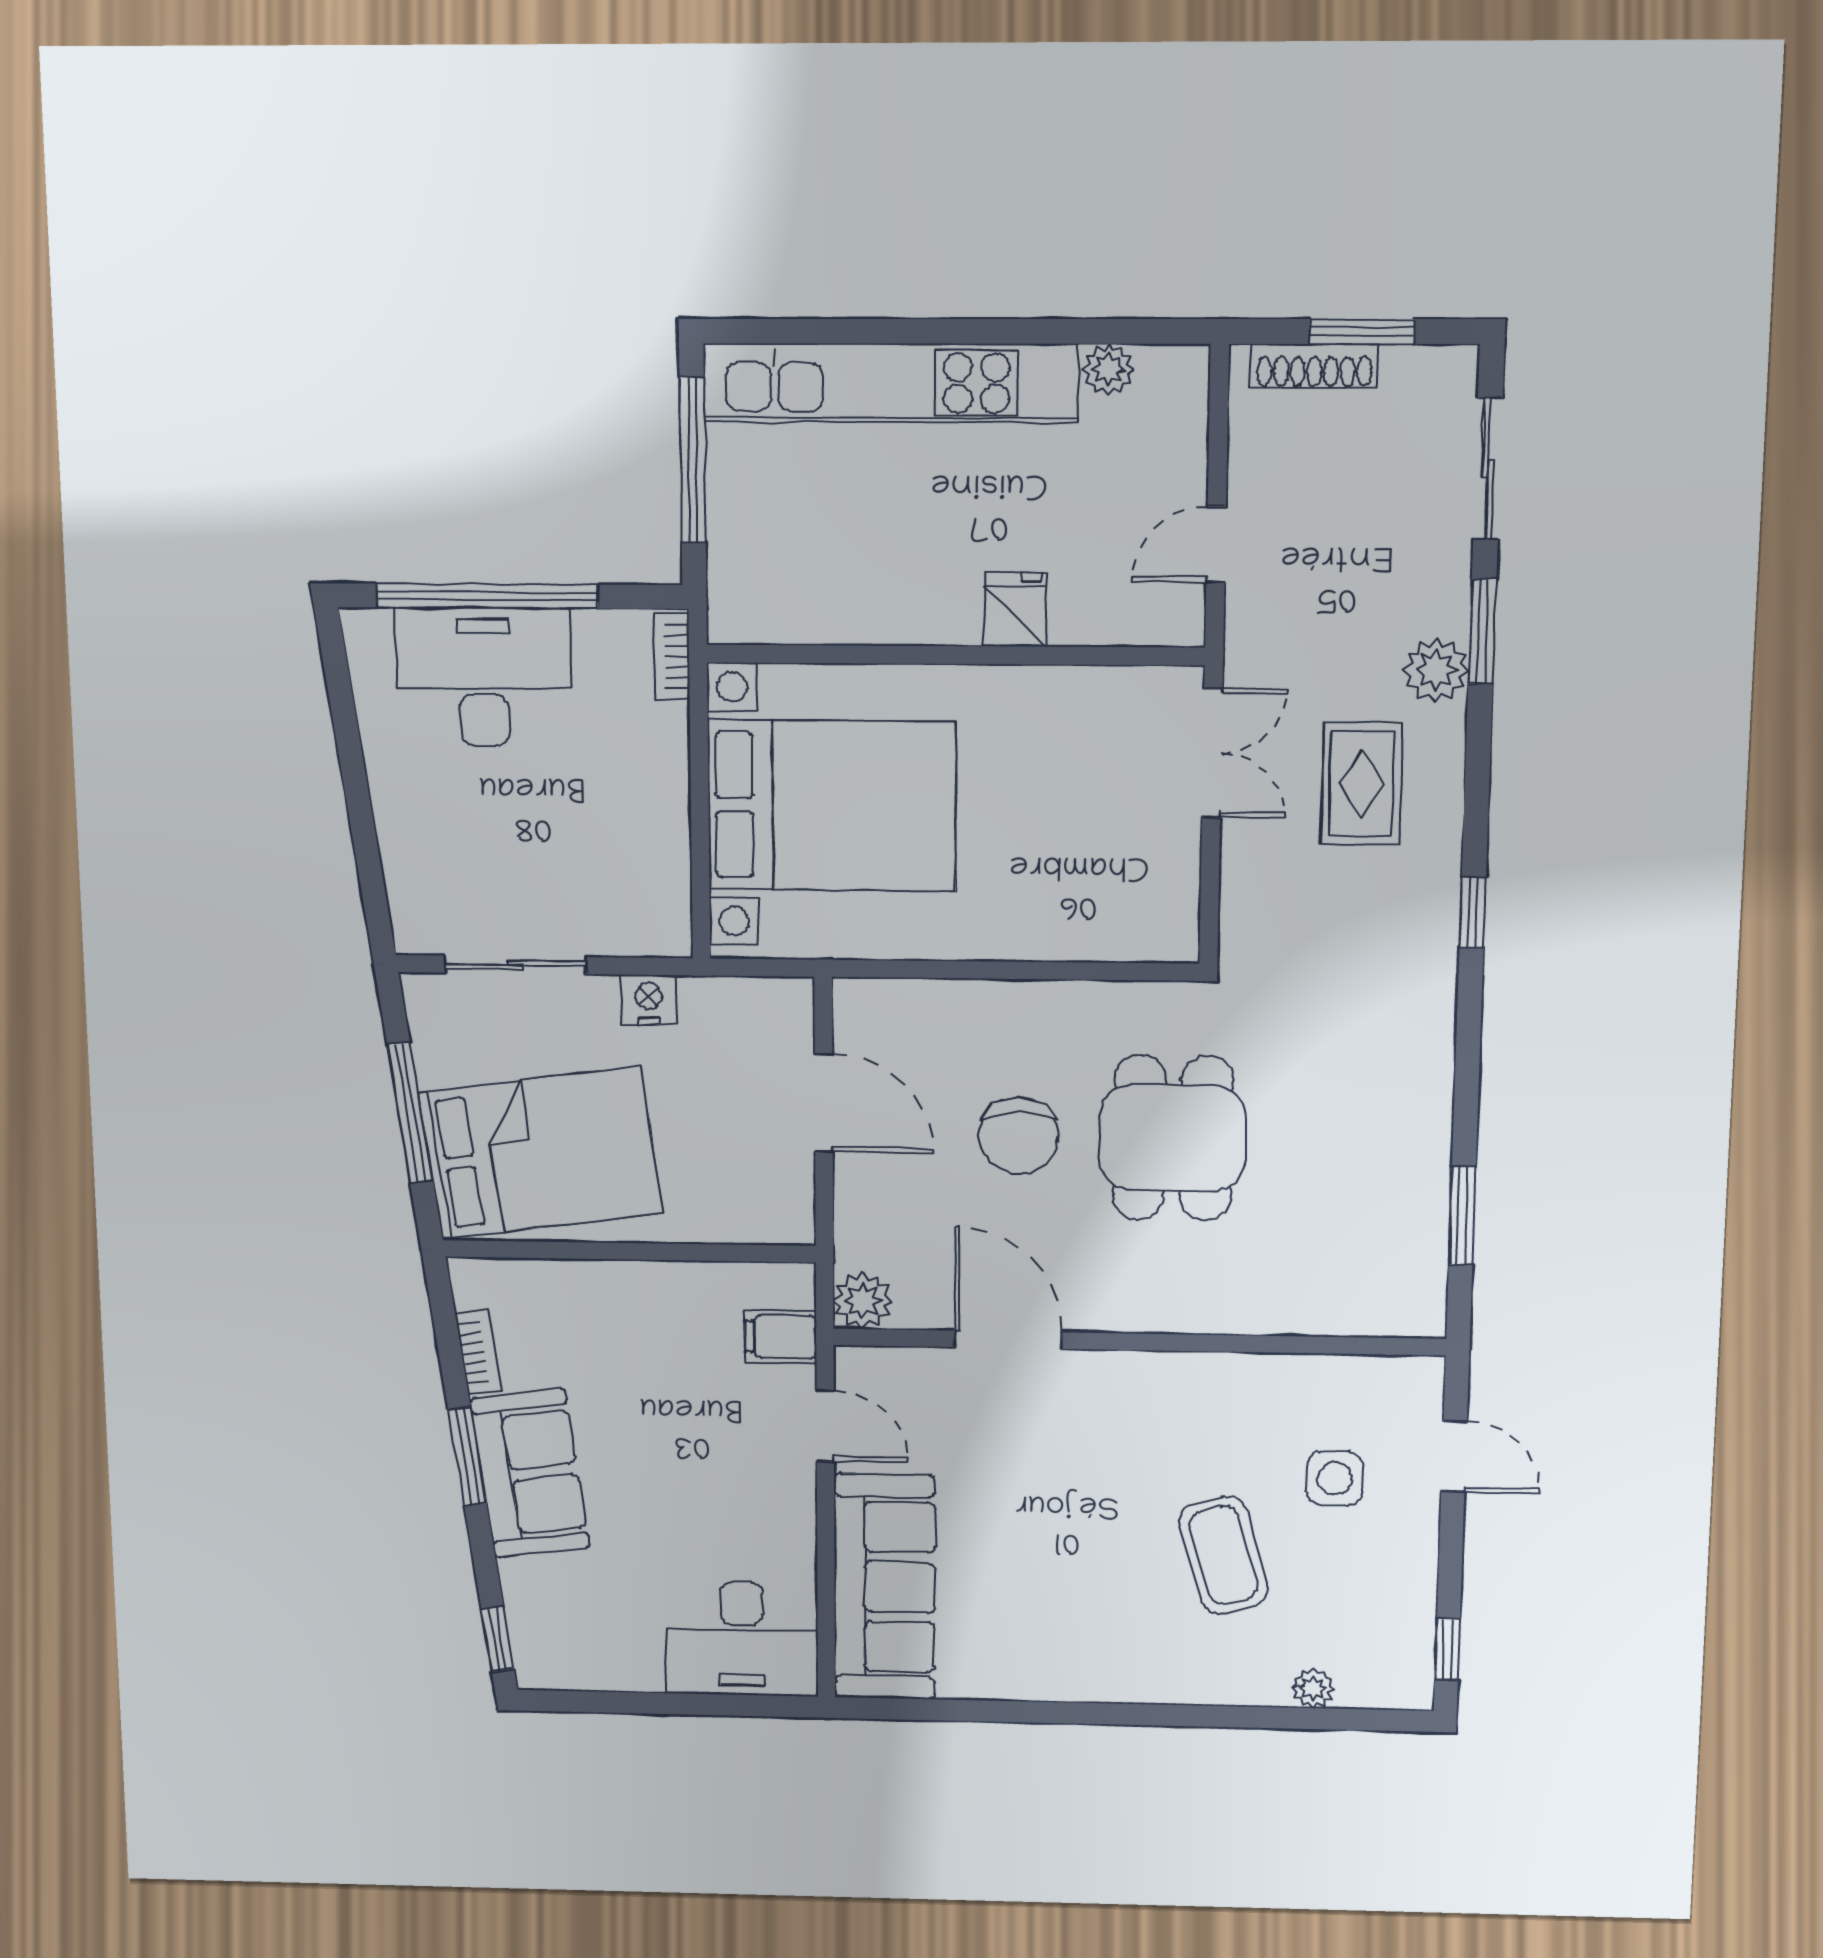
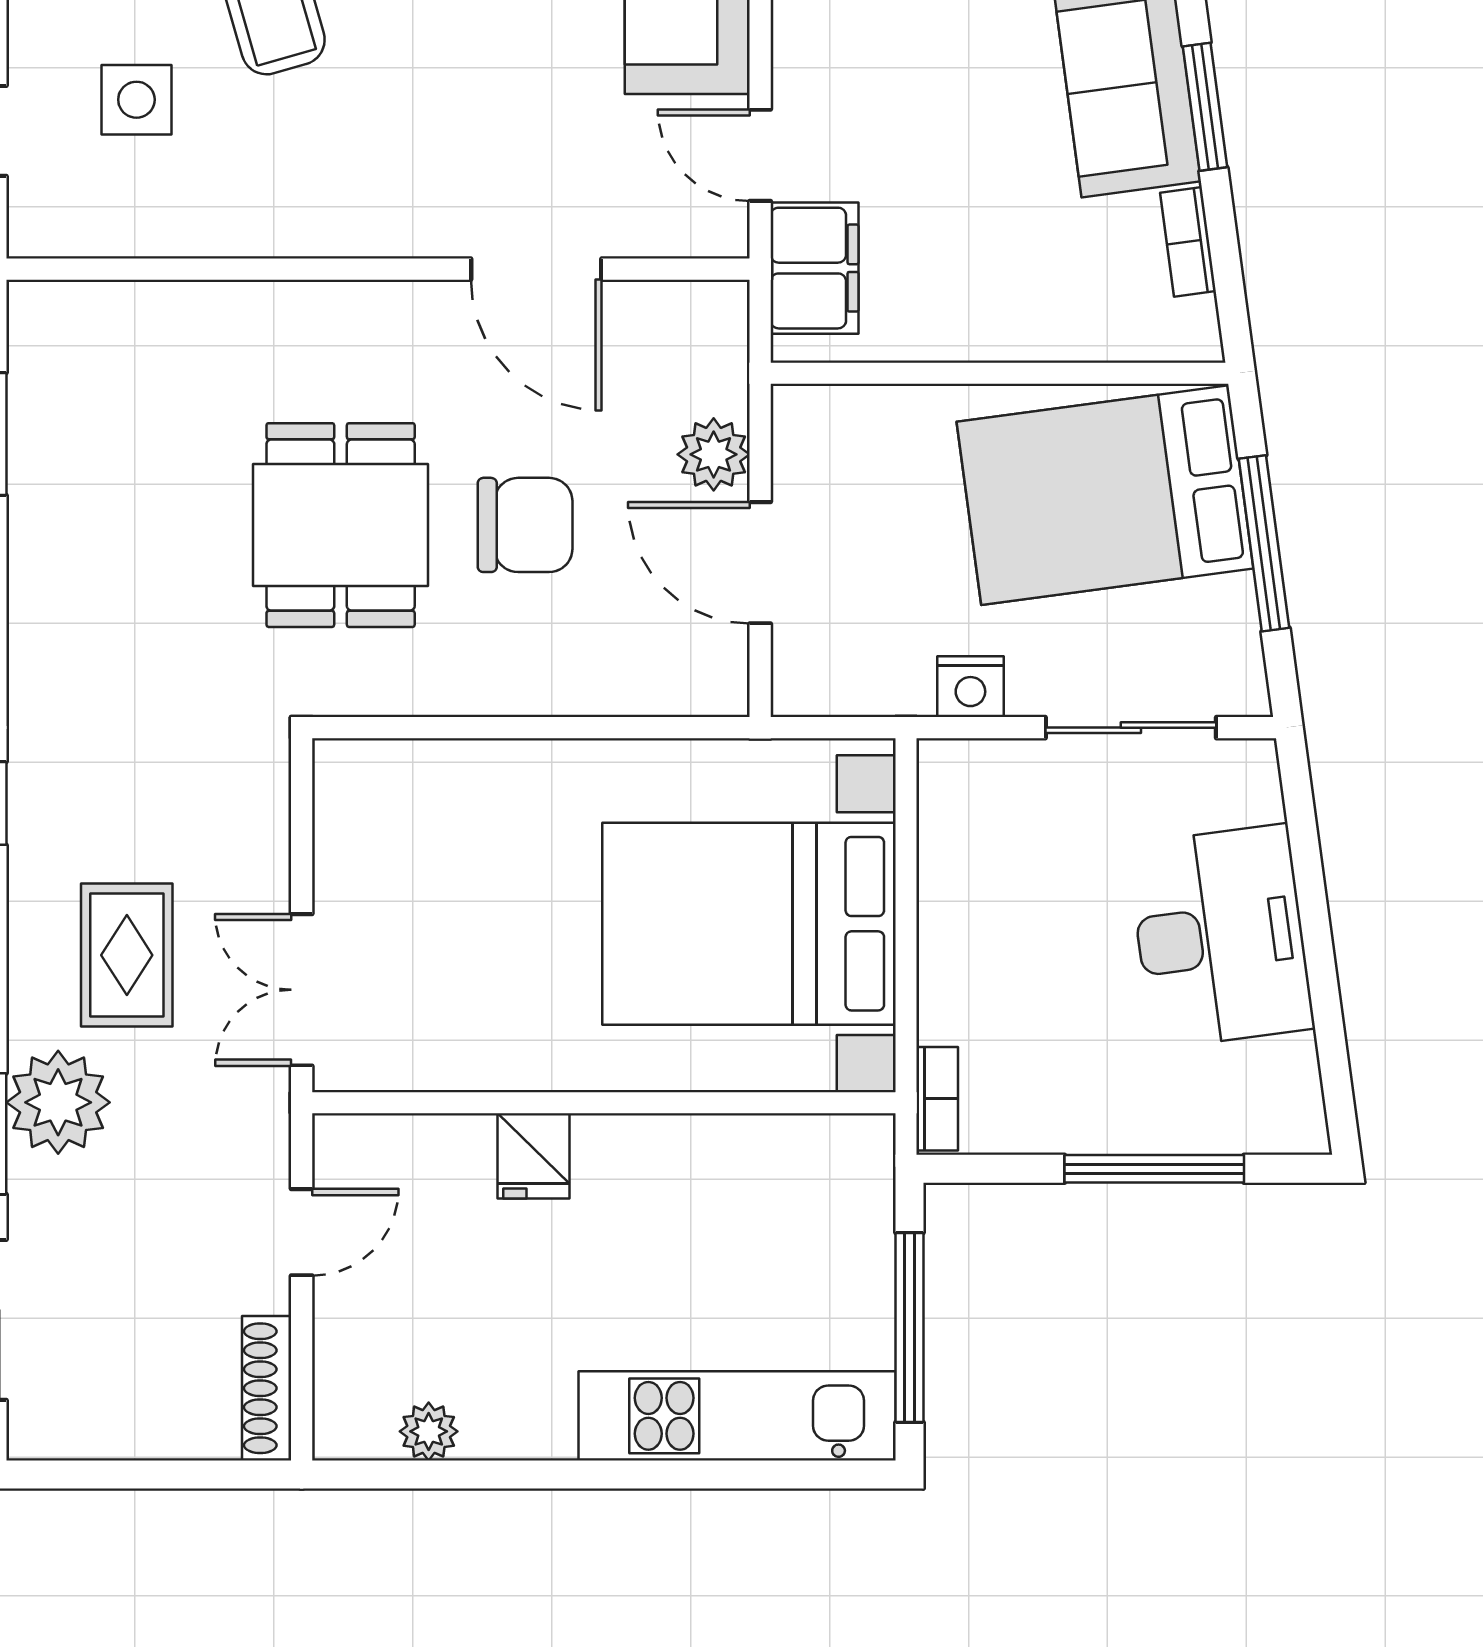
window: (1362, 332) -> (141, 1474), removed
shoe rack: (1314, 366) -> (267, 1388), moved, turned -90
kitchen unit: (890, 383) -> (737, 1416), width x0.73
window: (487, 596) -> (1154, 1169), width x0.68
plant: (1436, 670) -> (58, 1102), width x1.36, depth x1.36
desk: (484, 677) -> (1220, 936), moved, turned -98
chair: (1019, 1136) -> (525, 525), turned 90
plant: (863, 1301) -> (714, 454), moved
filing cabinet: (781, 1337) -> (814, 268), width x2.00

